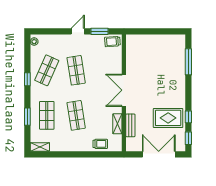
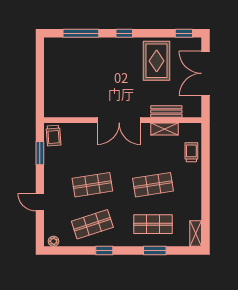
door: (78, 31) -> (40, 202), moved
shop shelf: (47, 70) -> (92, 224), turned -42
window: (188, 117) -> (124, 33), moved

